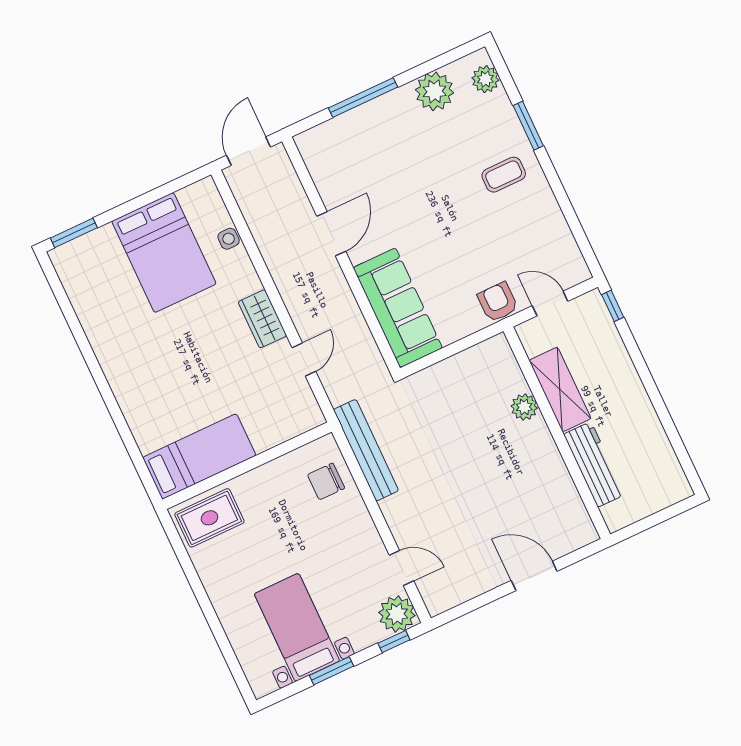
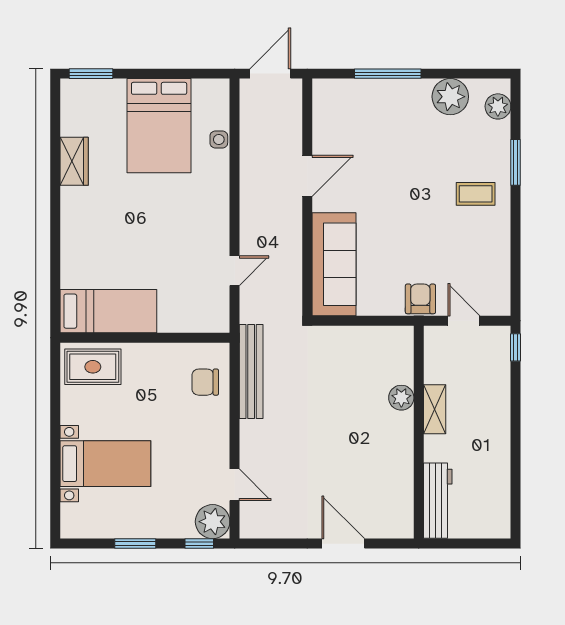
wardrobe: (262, 319) -> (74, 161), moved, turned 180
shelving: (560, 389) -> (435, 409), width x0.67, depth x0.75
workbench: (594, 464) -> (438, 501), moved
bed with nightstands: (297, 627) -> (105, 464), moved, turned 90

